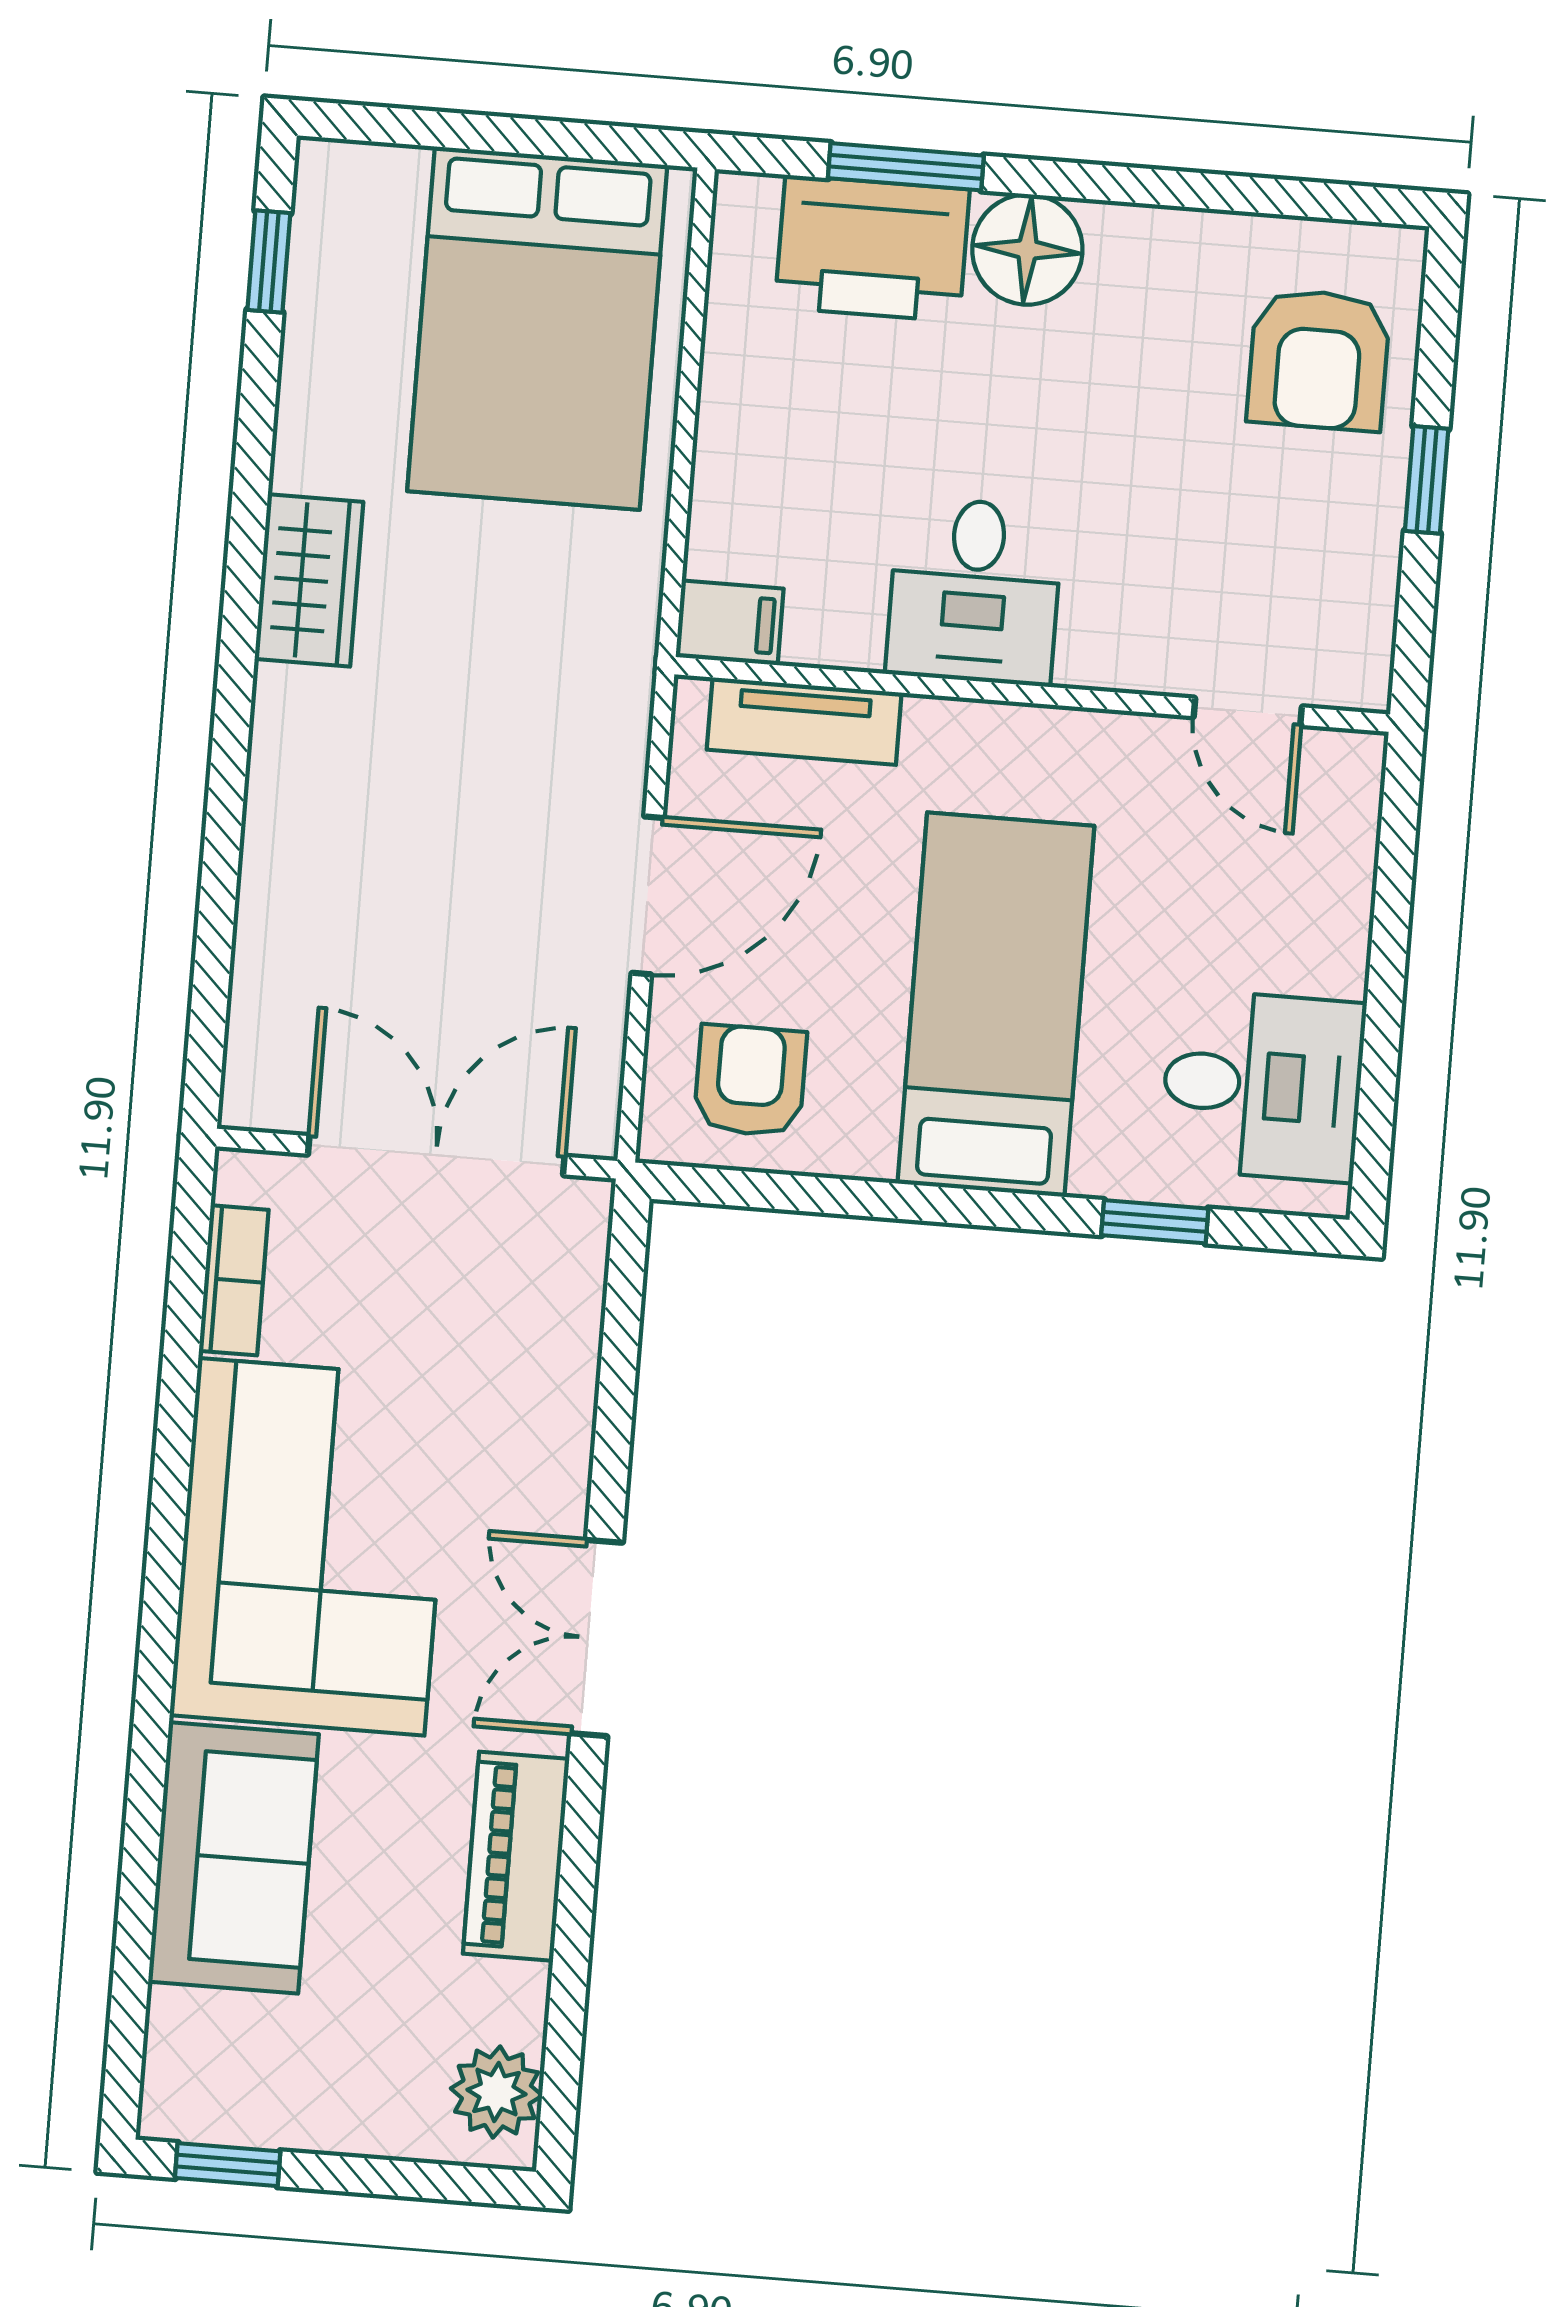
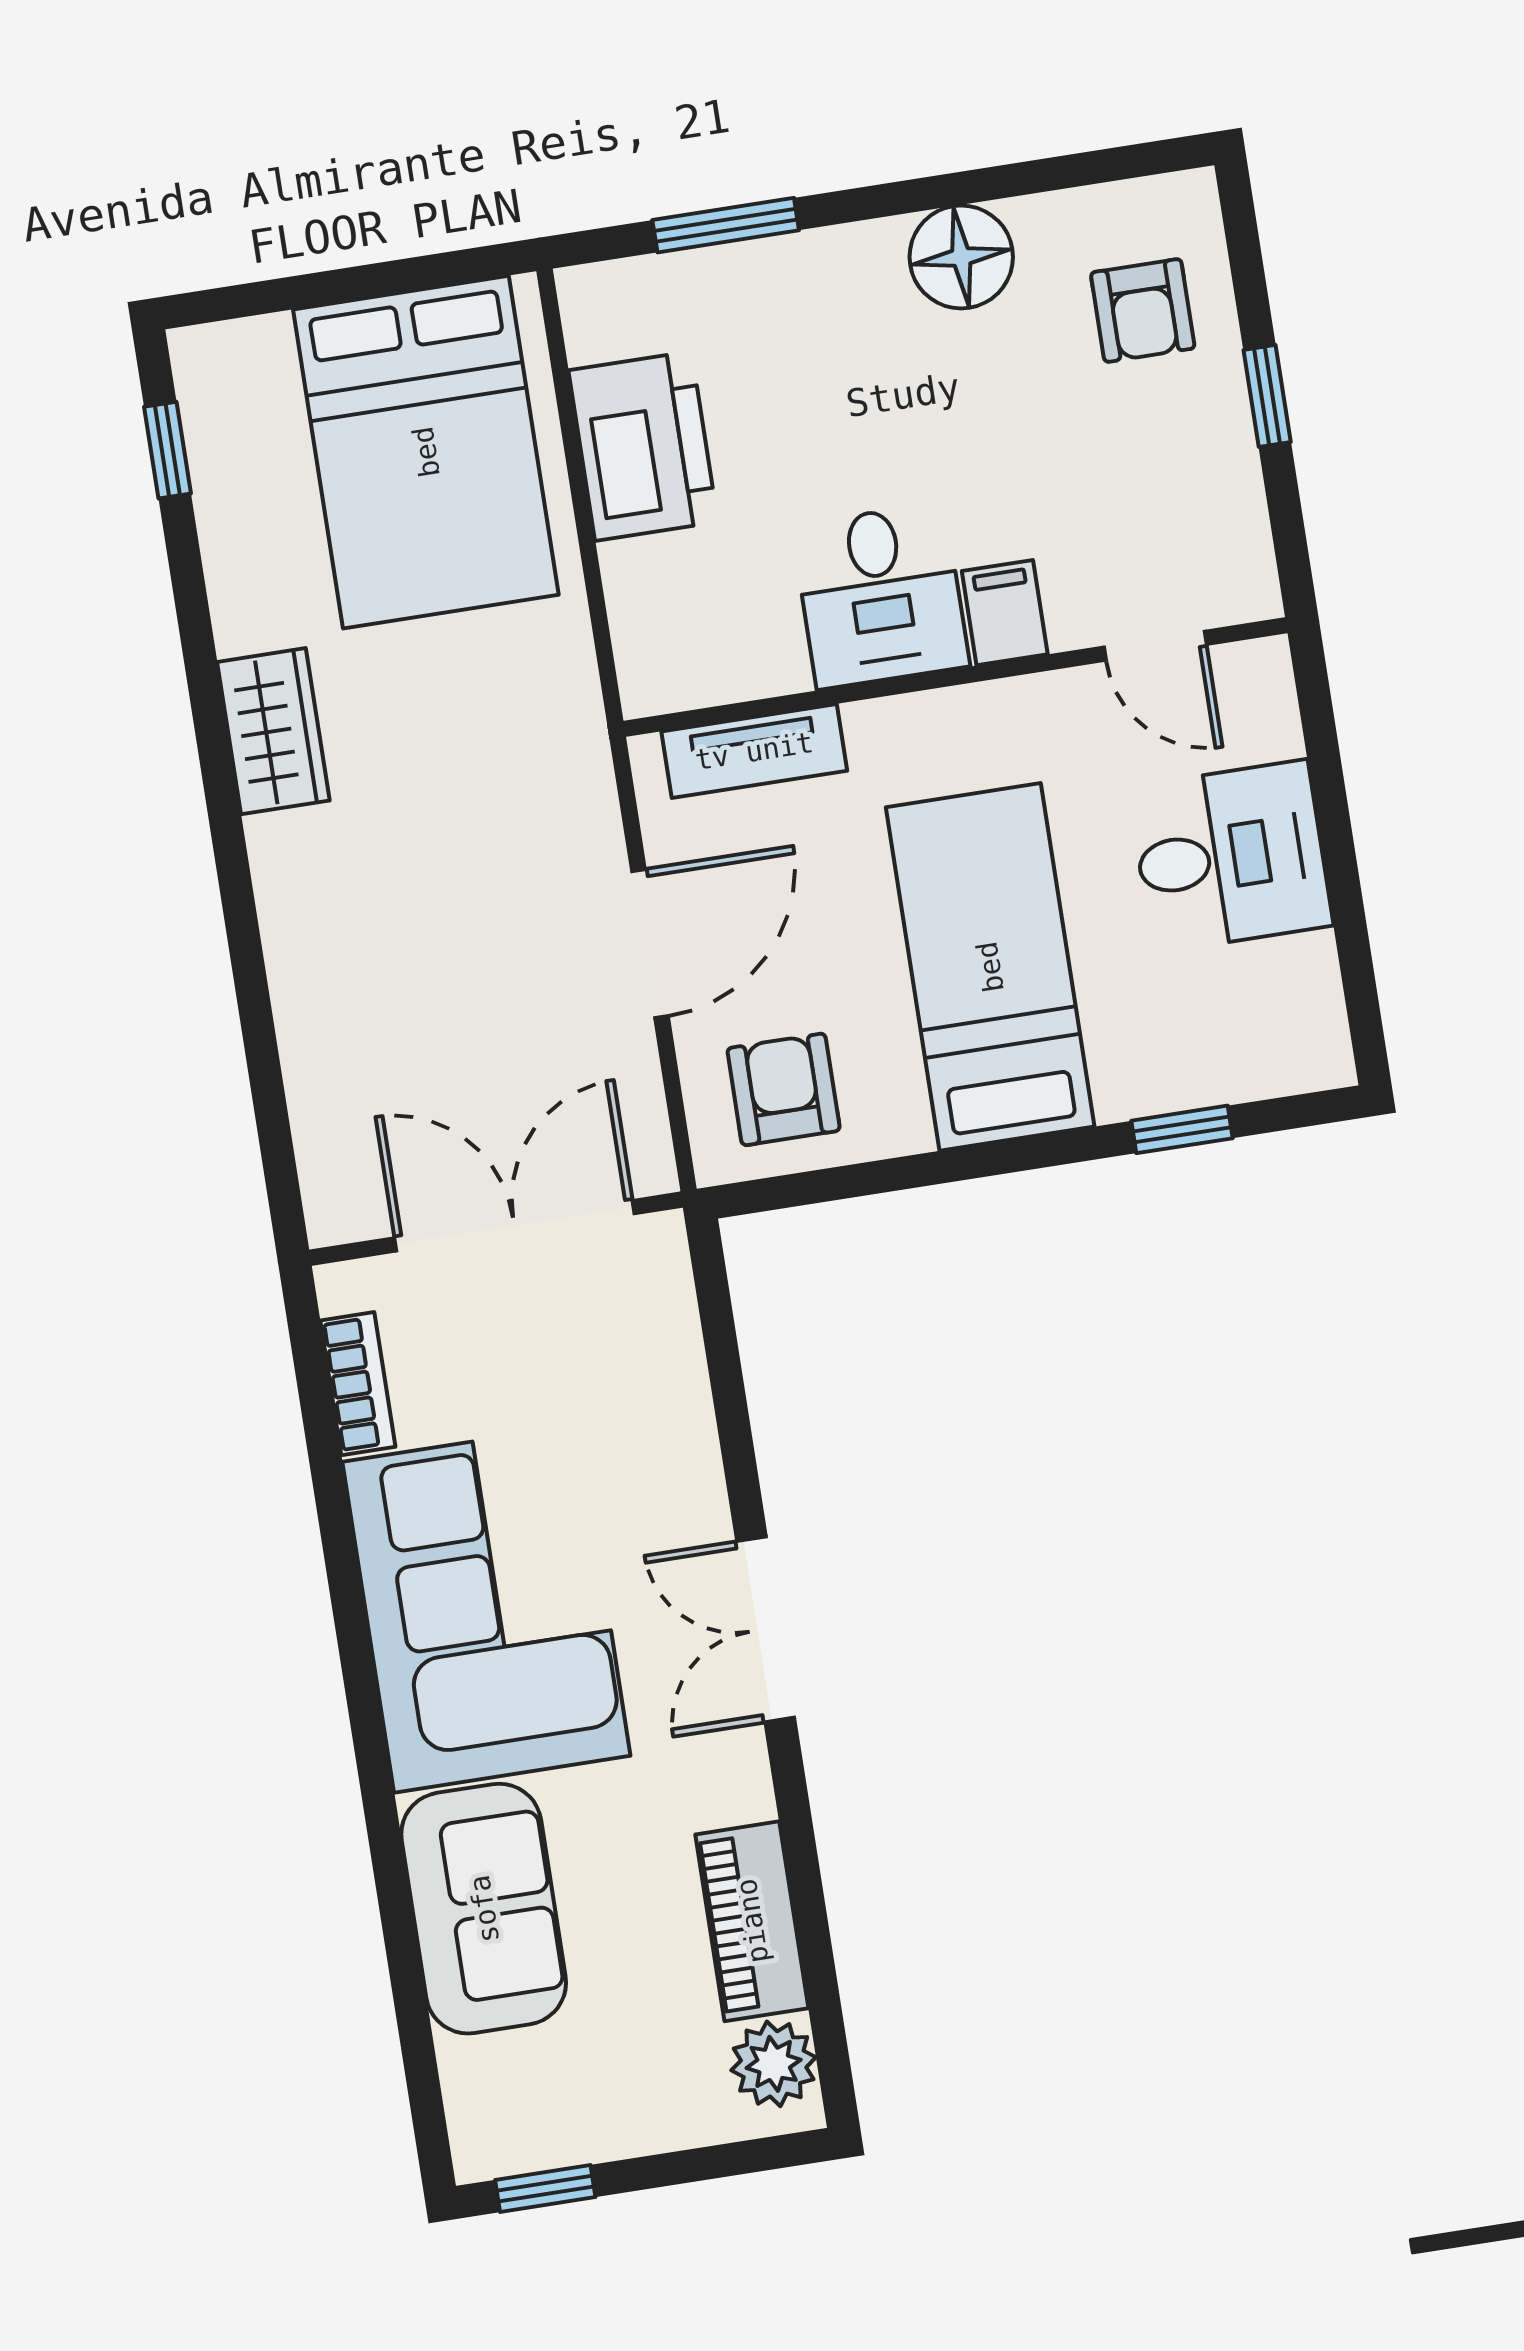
printer: (872, 248) -> (643, 446), moved, turned -90
floor lamp: (1027, 249) -> (961, 257), moved
armchair: (1318, 360) -> (1143, 310), width x0.72, depth x0.72
filing cabinet: (730, 623) -> (1005, 613), moved, turned -90
desk: (1262, 1086) -> (1230, 856), moved
piano: (516, 1856) -> (752, 1921), moved

